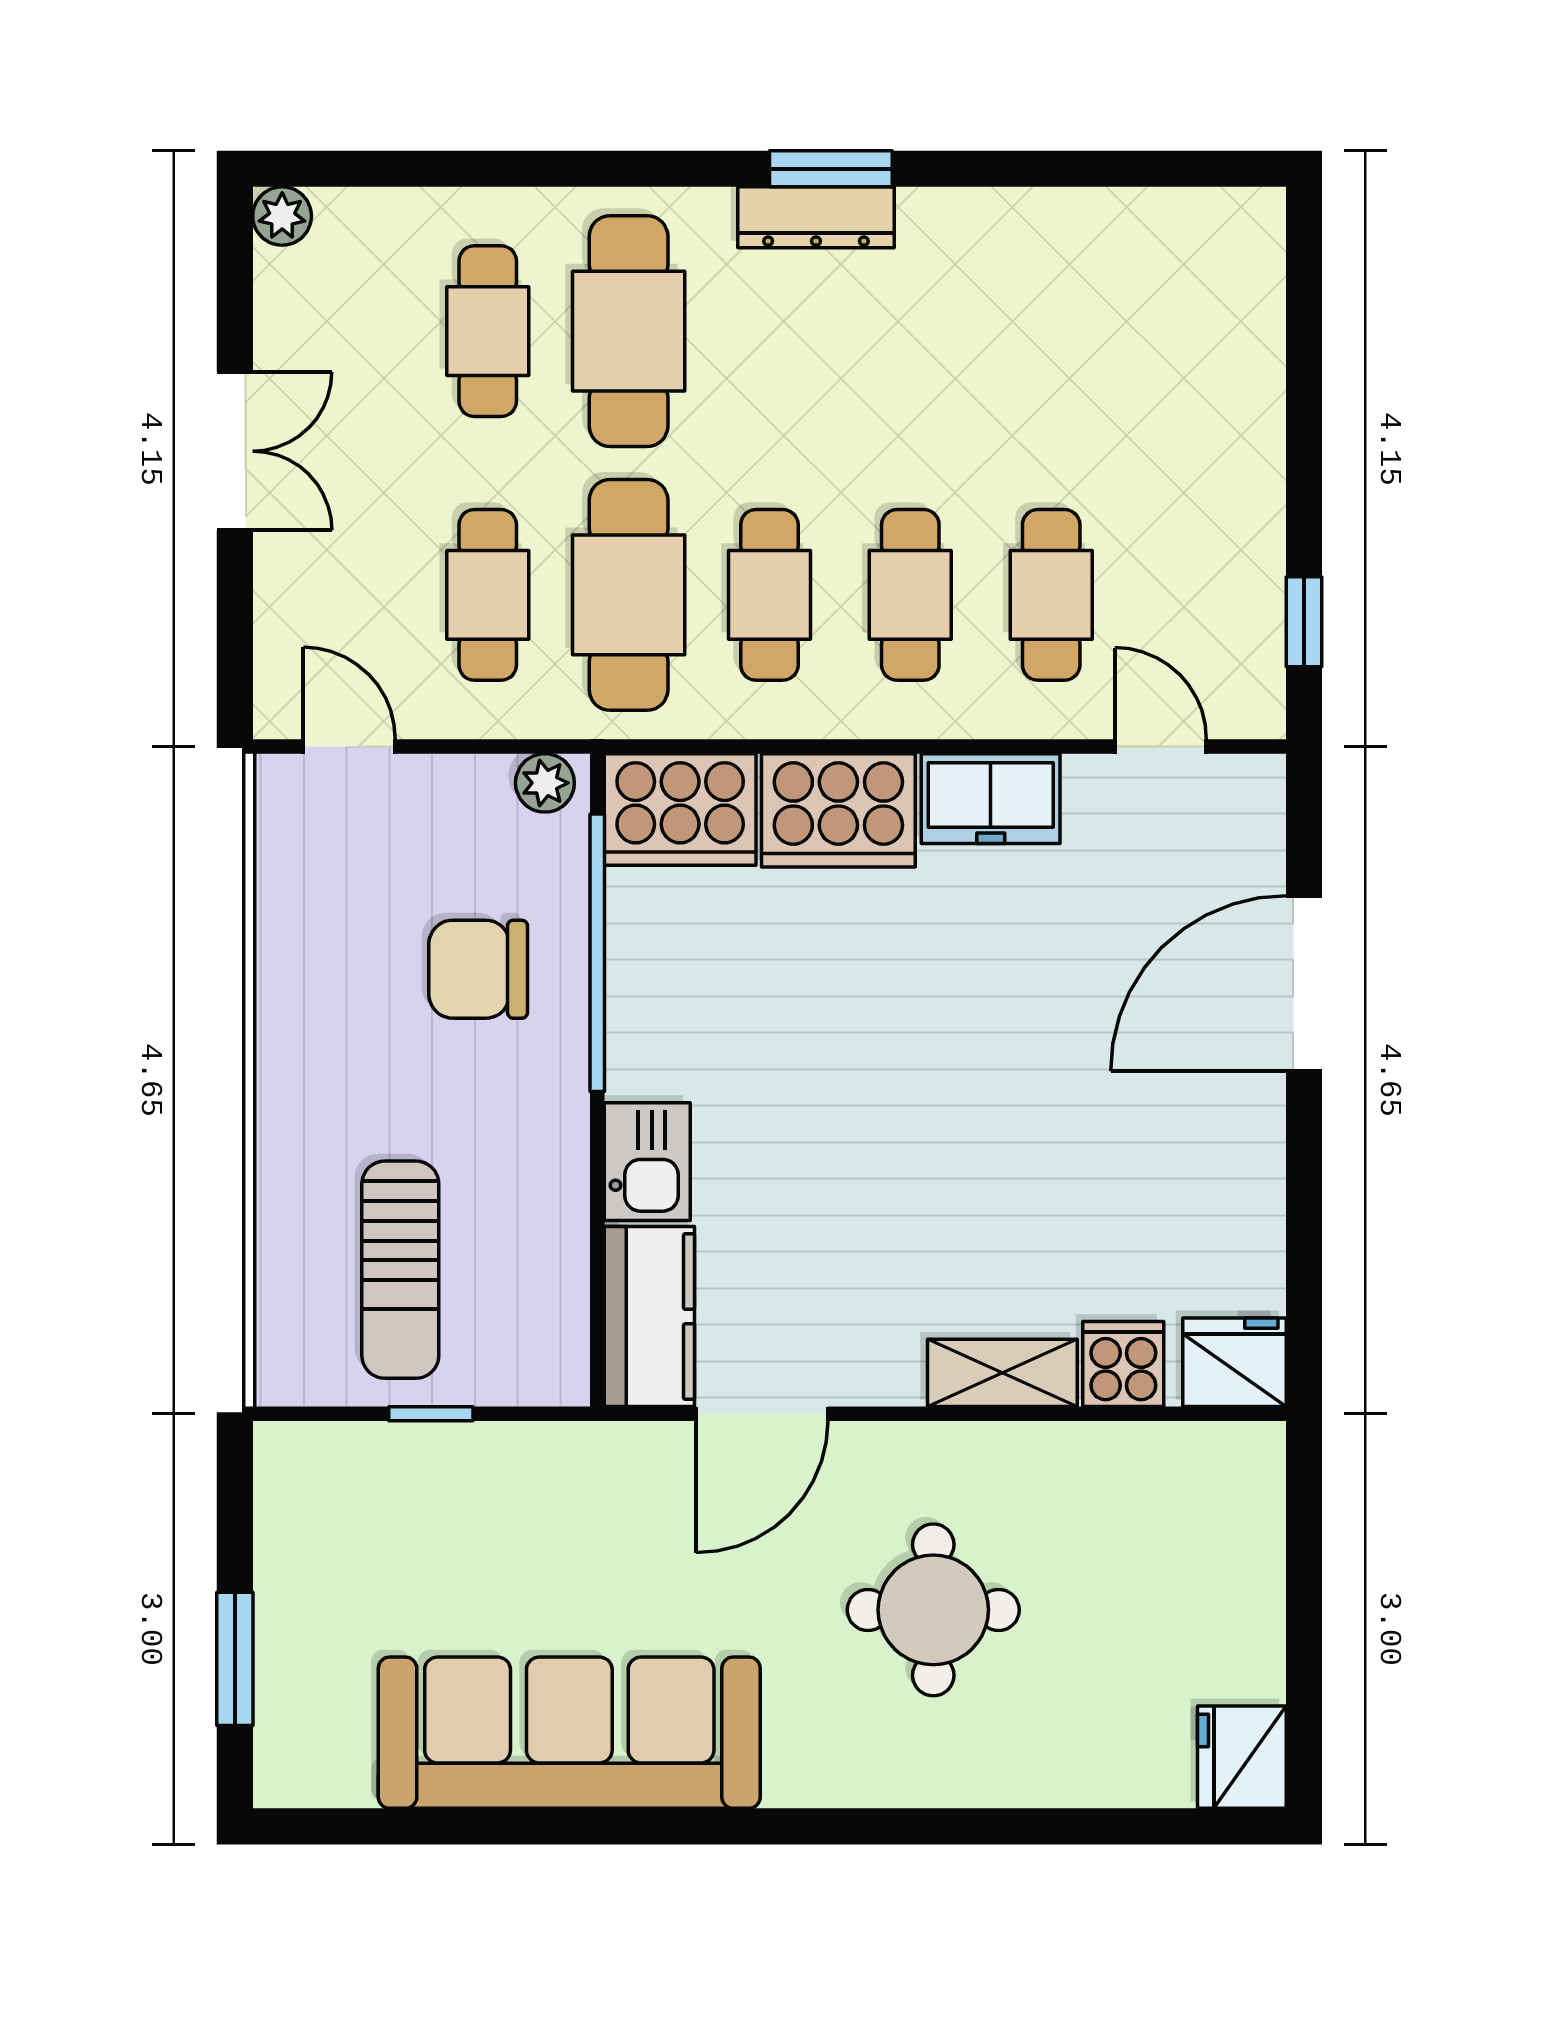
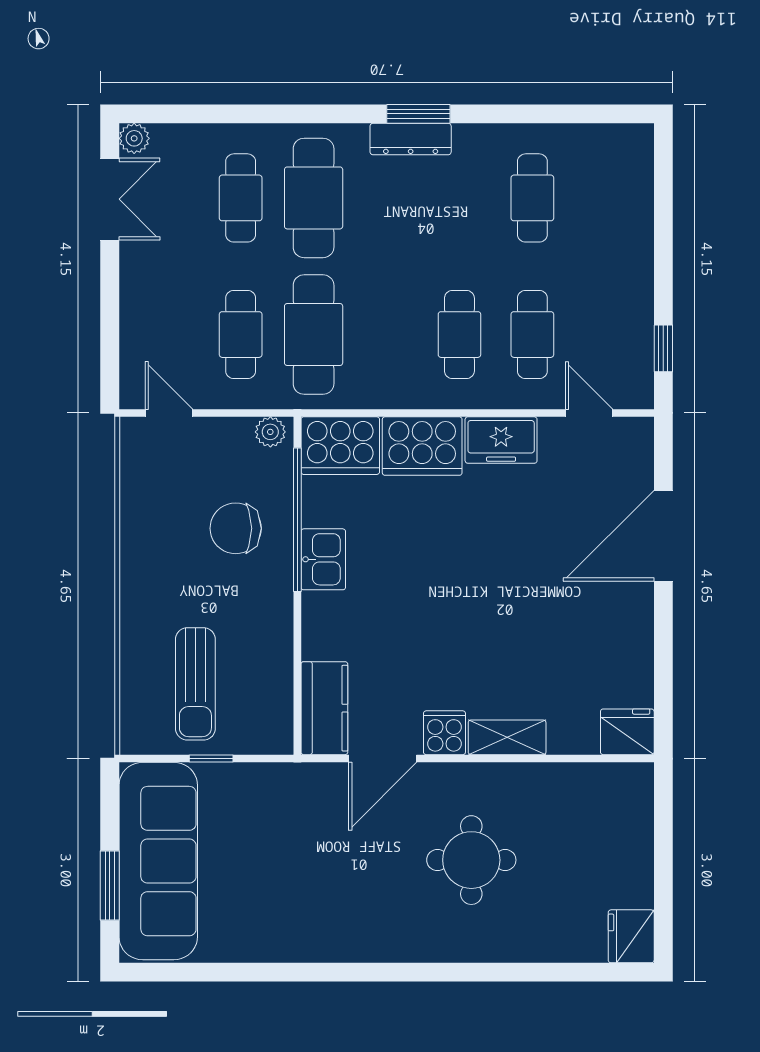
double door: (235, 451) -> (110, 199), moved
cafe table: (769, 595) -> (532, 198), moved
kitchen sink: (647, 1162) -> (323, 559), moved
cooker: (1123, 1364) -> (444, 733), moved
sofa: (569, 1733) -> (158, 861), moved, turned 90

